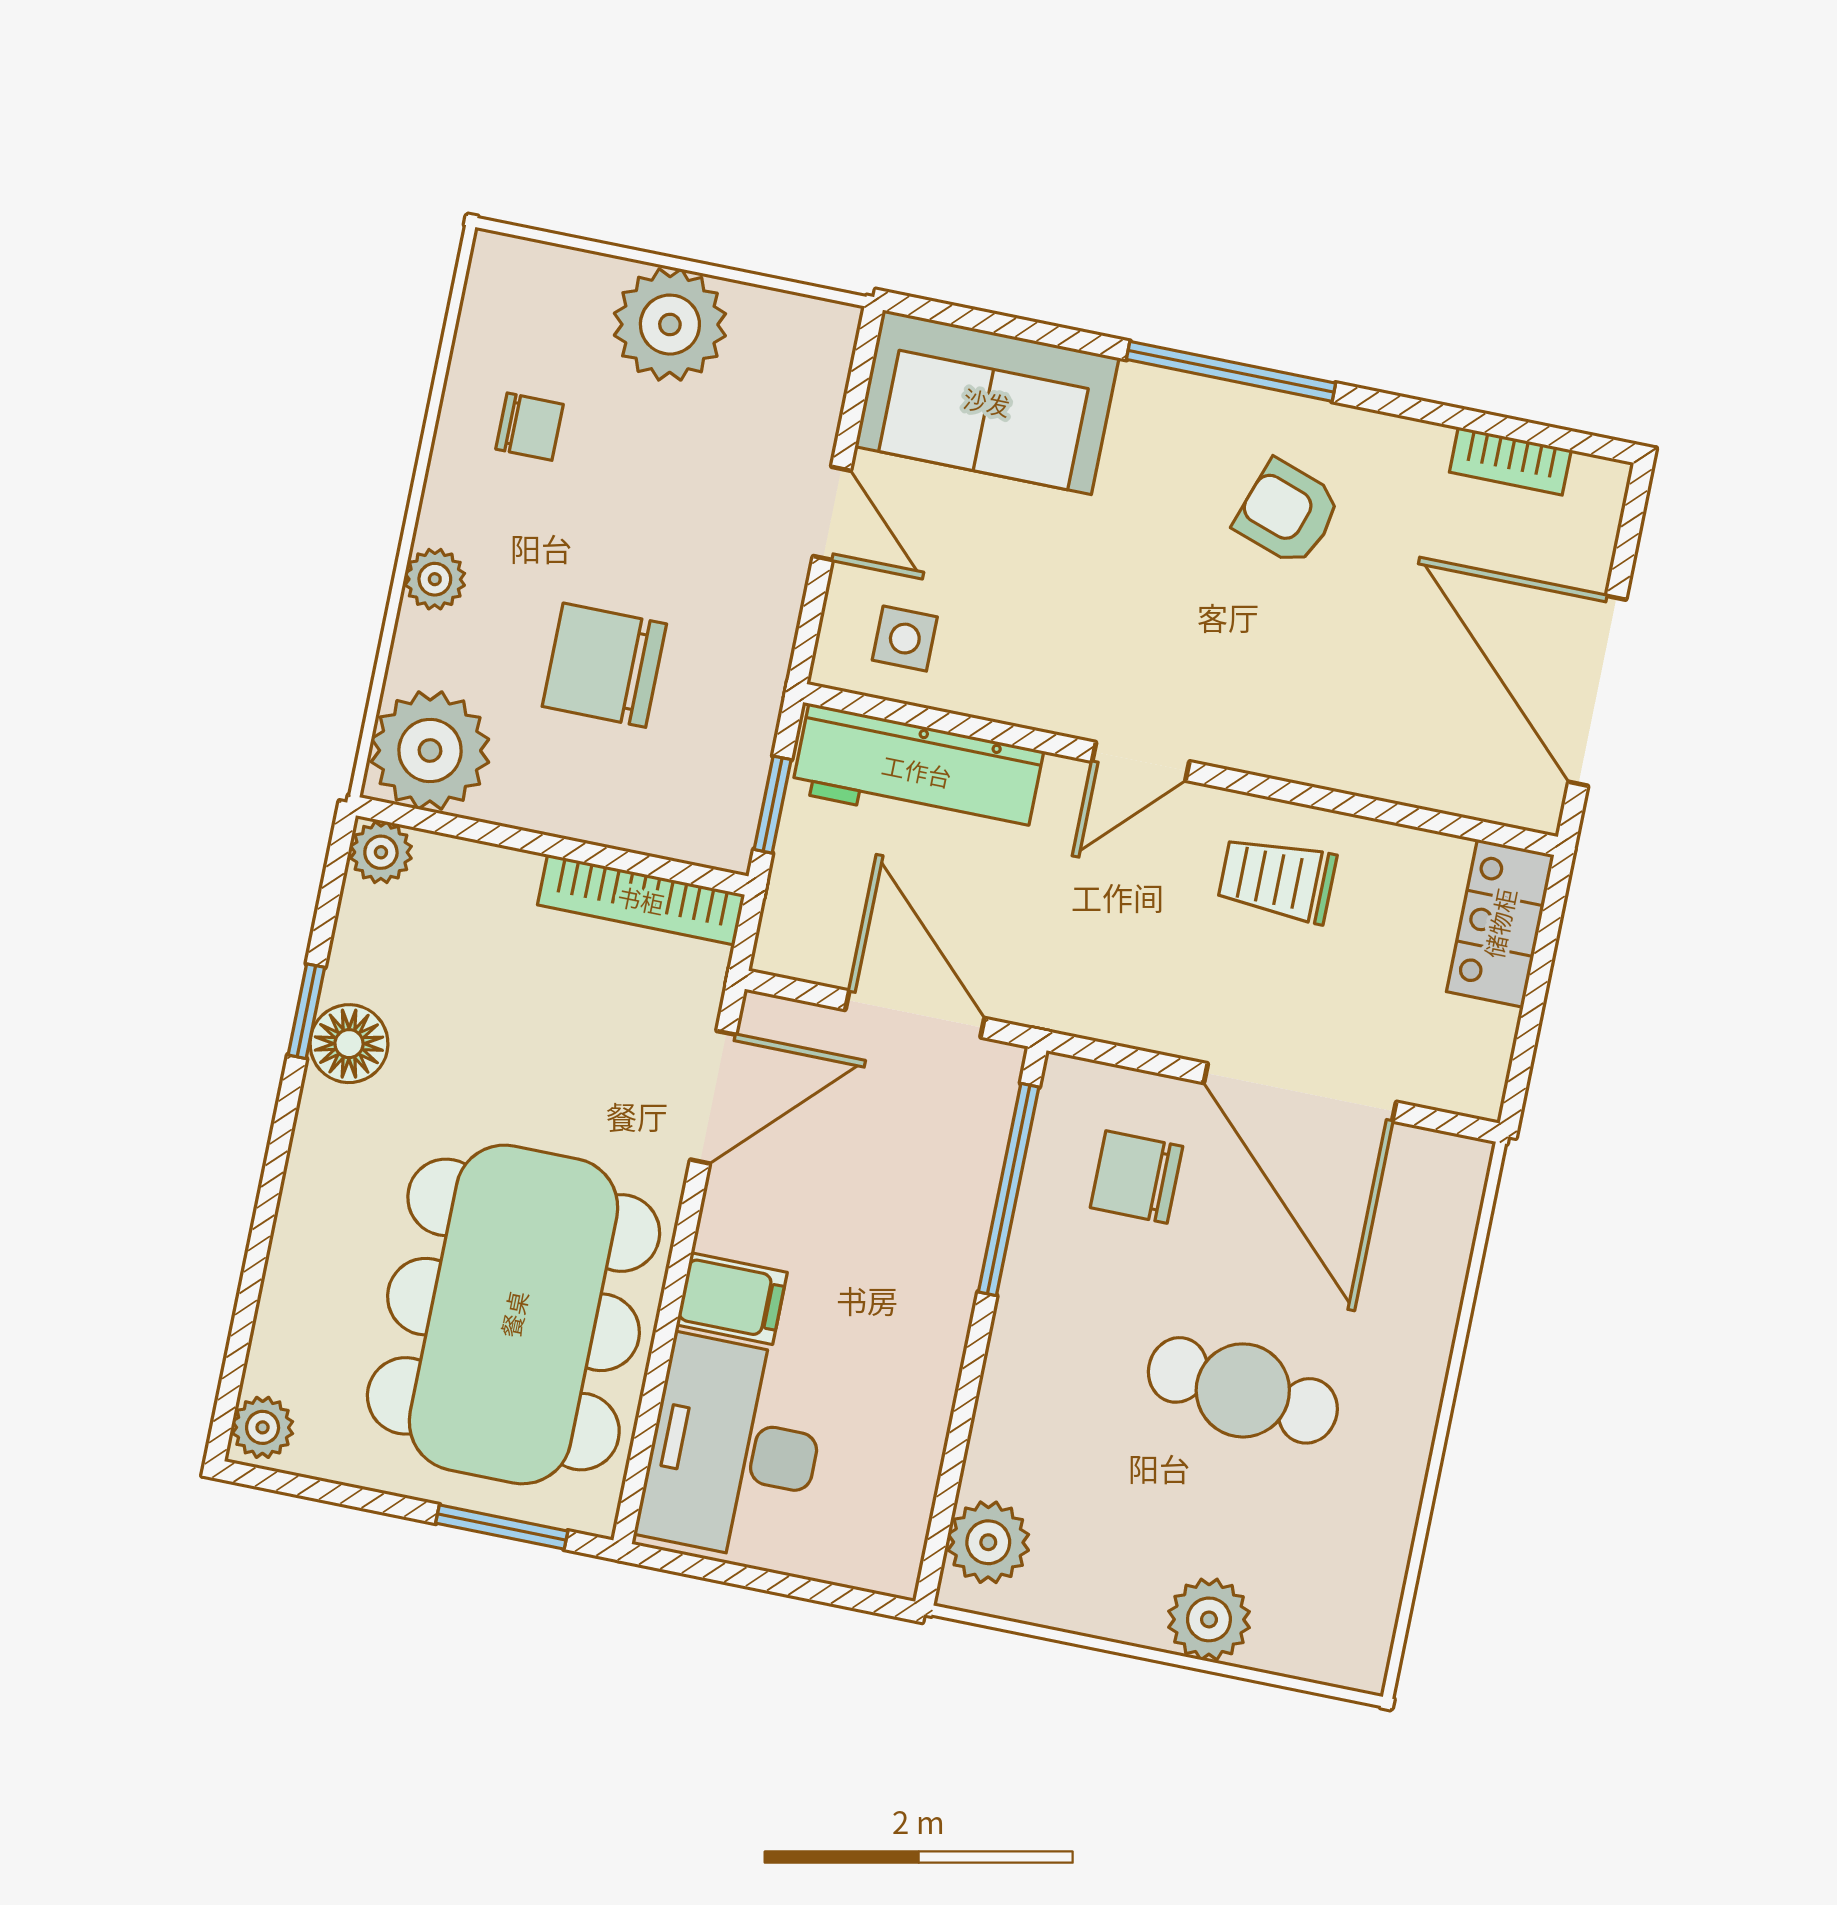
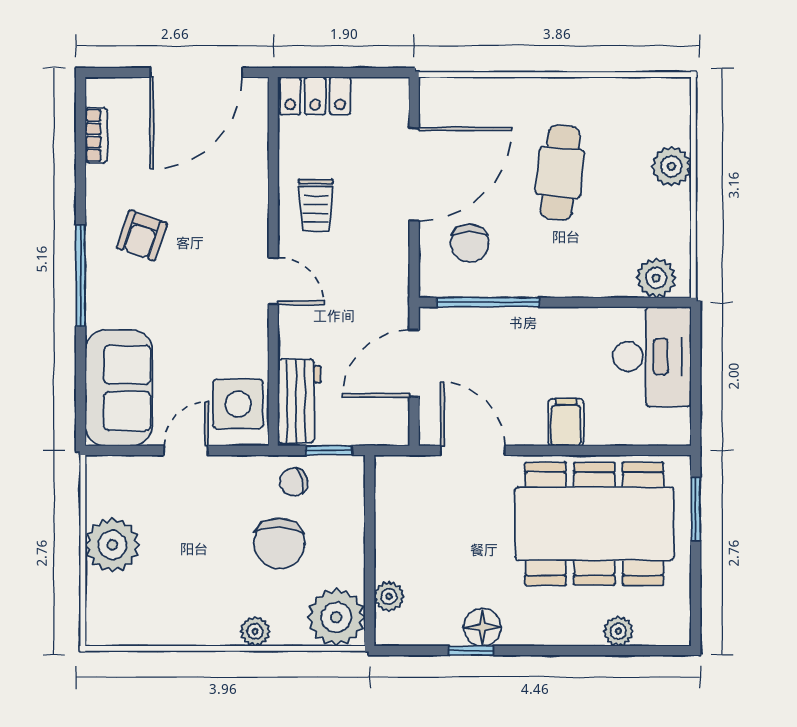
chair: (530, 427) -> (294, 482), moved, turned -104
side table: (905, 639) -> (238, 404), width x1.87, depth x1.87
workbench: (917, 771) -> (299, 401), width x0.73
plant: (381, 852) -> (389, 596), moved
bookcase: (641, 900) -> (386, 503), removed
plant: (263, 1427) -> (618, 631), moved
desk: (734, 1449) -> (652, 357), moved, turned -90

